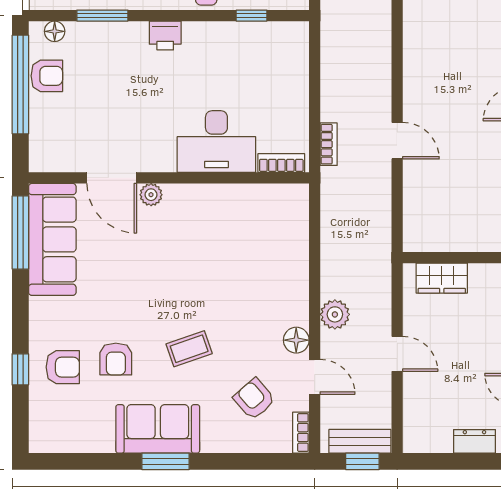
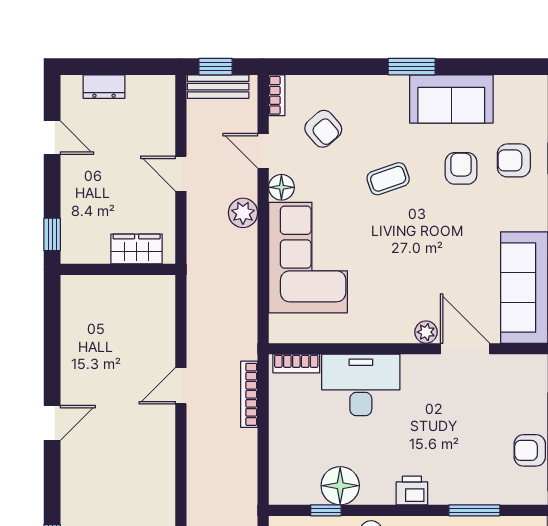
floor lamp: (55, 31) -> (340, 486), moved, width x1.89, depth x1.89
door: (397, 141) -> (181, 386), hinge flipped
bookcase: (329, 144) -> (249, 394), width x1.56
corner sofa: (270, 270) -> (308, 258), added
sofa: (158, 429) -> (451, 99), moved

